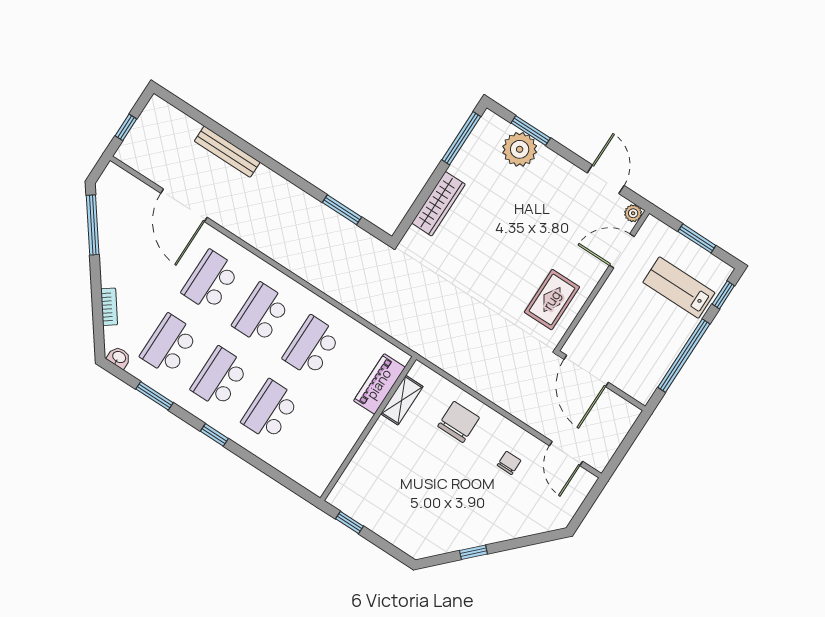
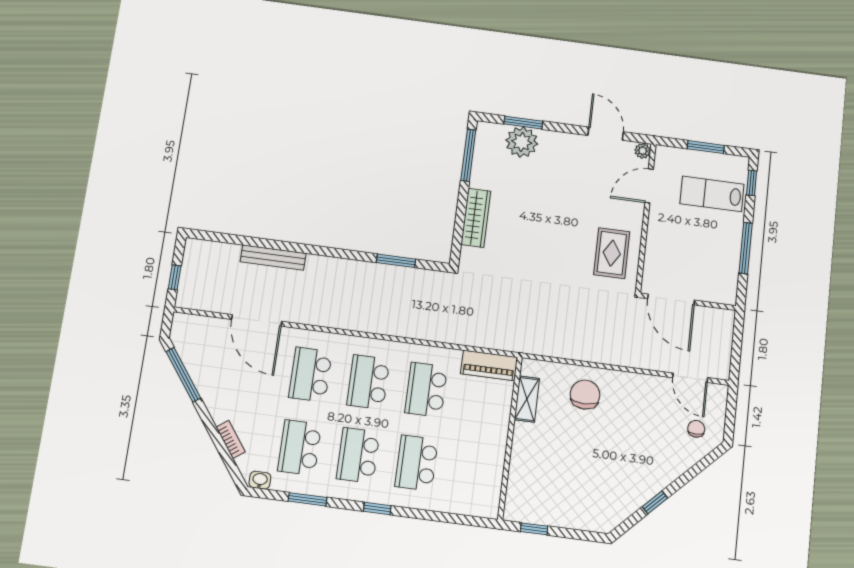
window: (684, 356) -> (746, 248), width x0.68
piano: (379, 384) -> (489, 365), moved, turned -90
chair: (509, 463) -> (696, 429), moved

